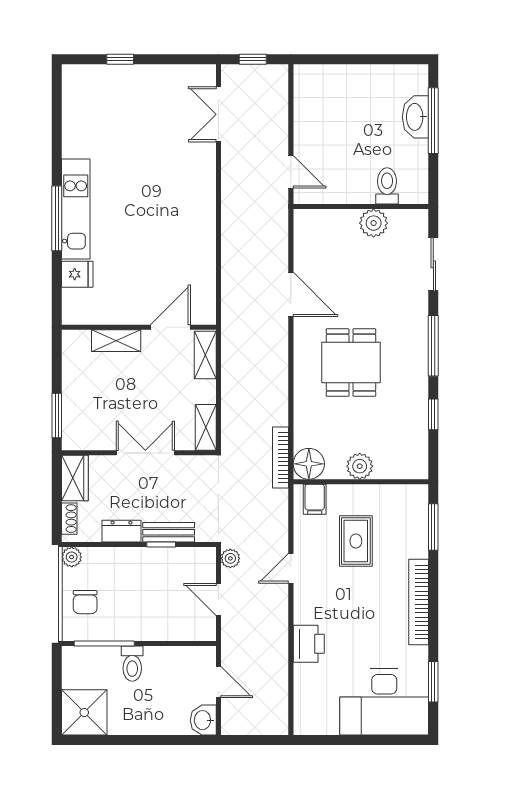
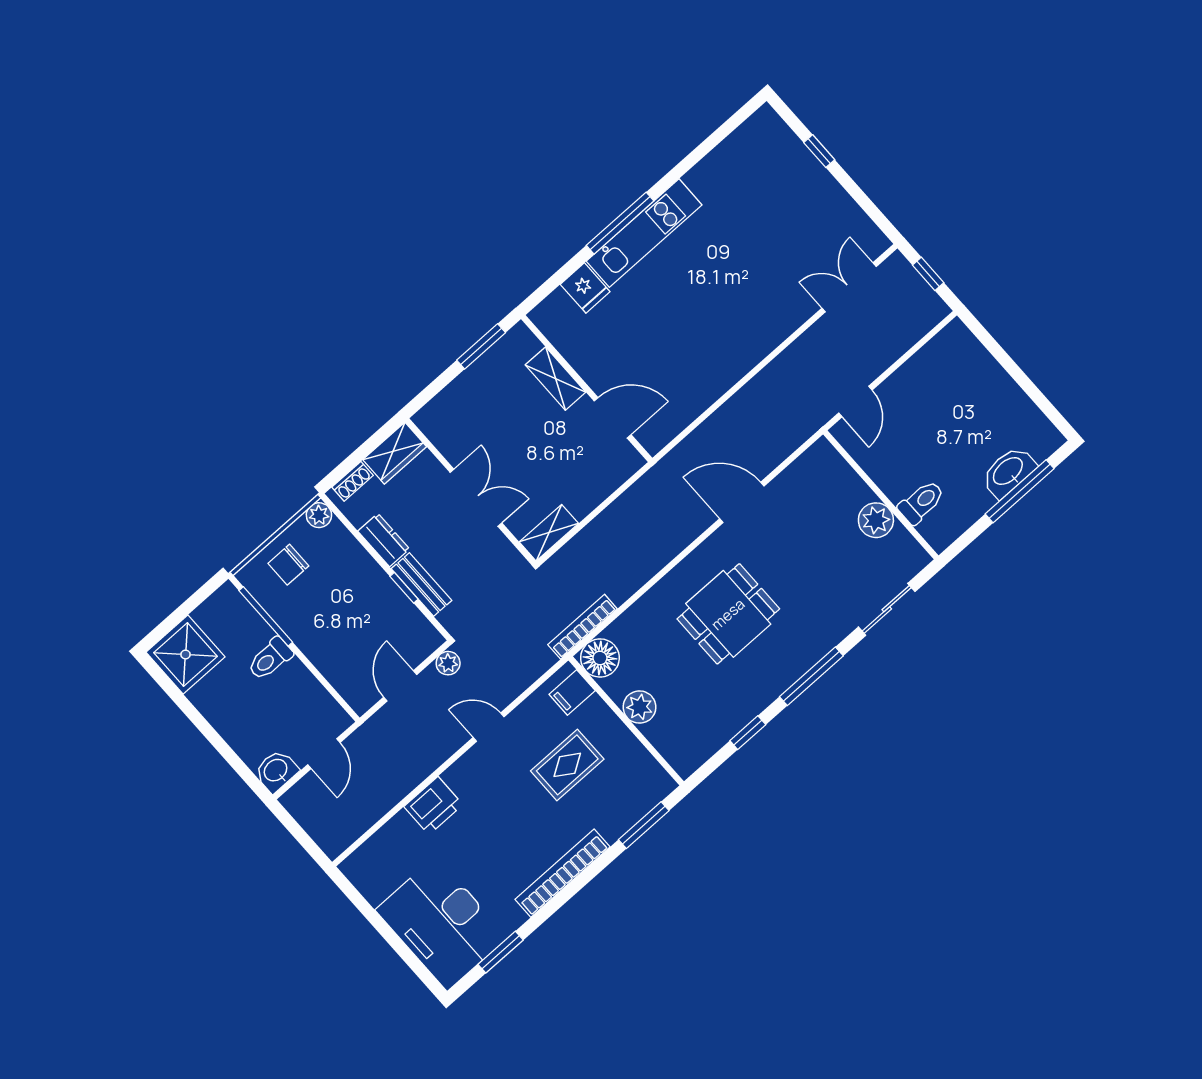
door: (291, 294) -> (742, 502), swing flipped
shelving: (205, 355) -> (616, 473), removed
window: (57, 415) -> (481, 346), moved

